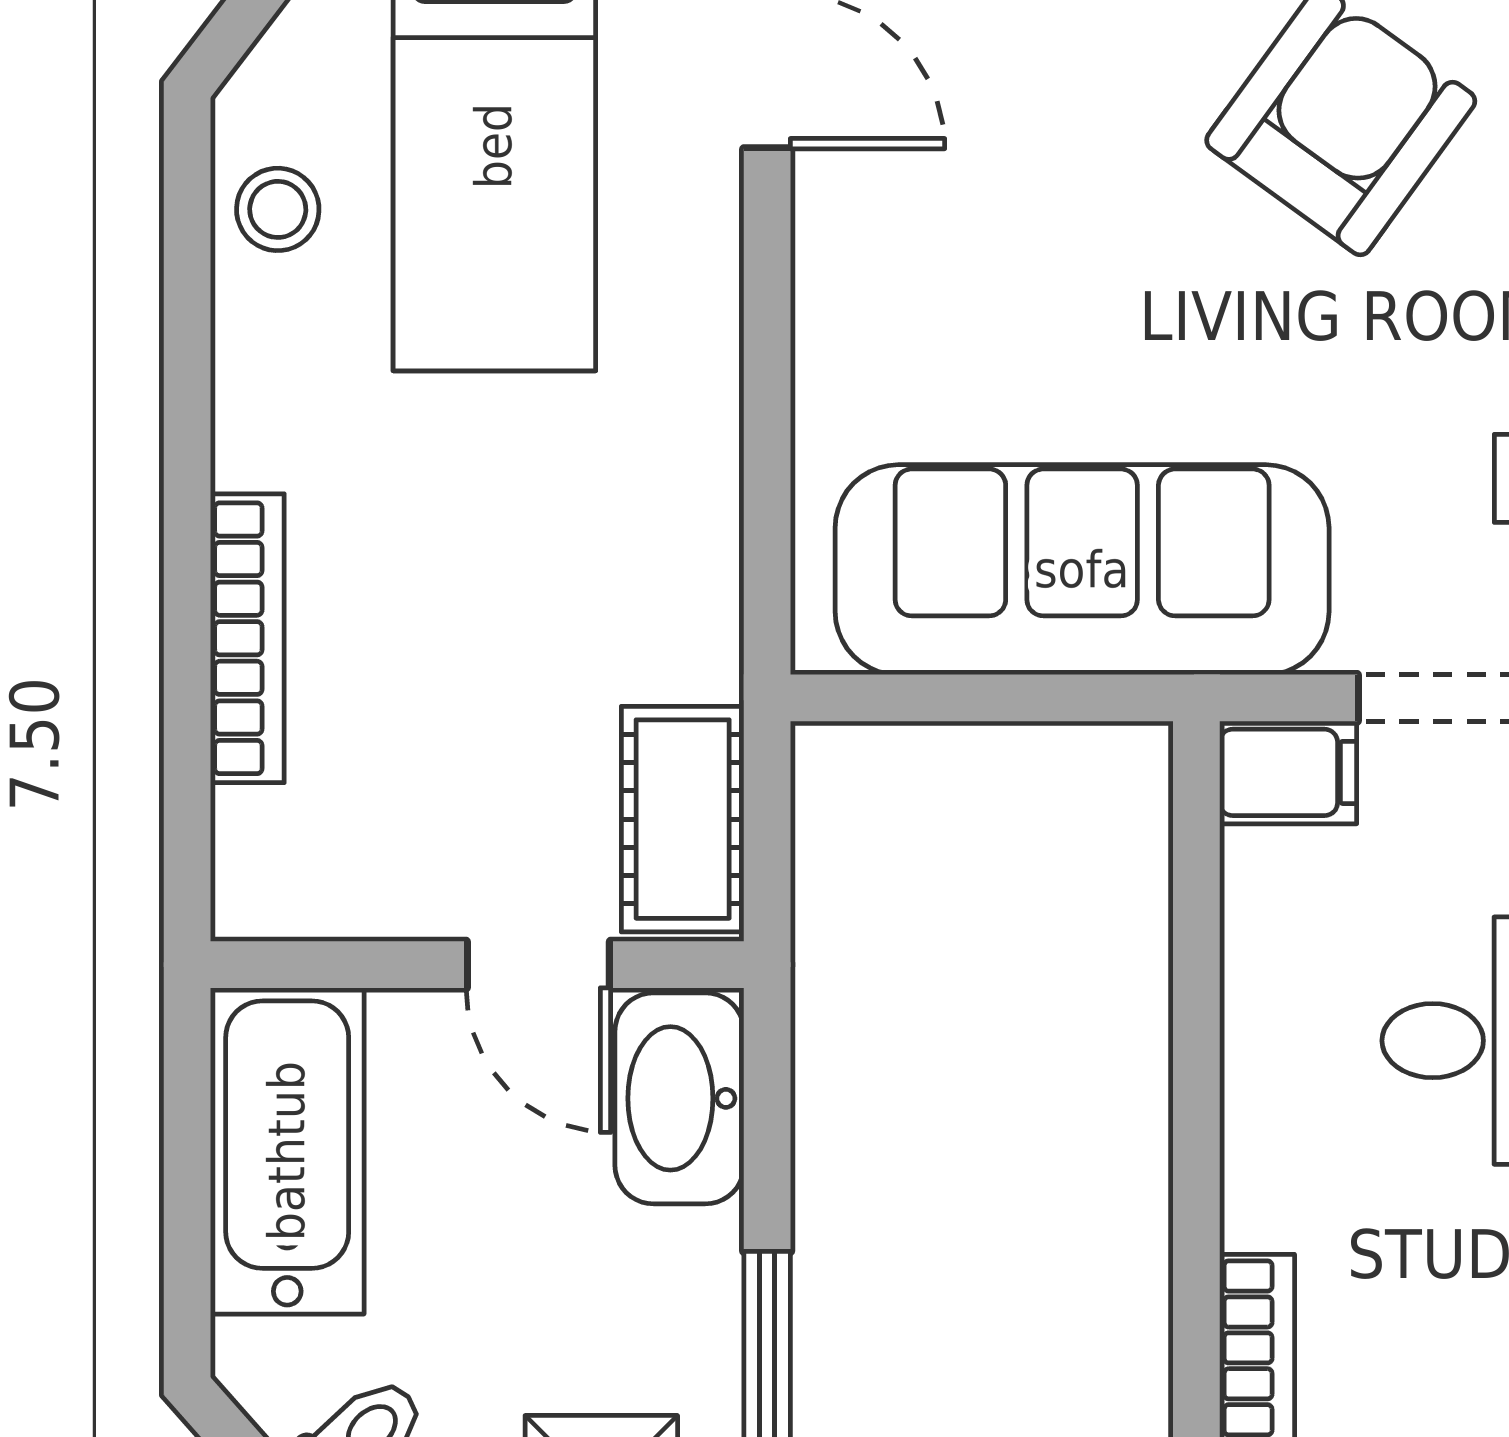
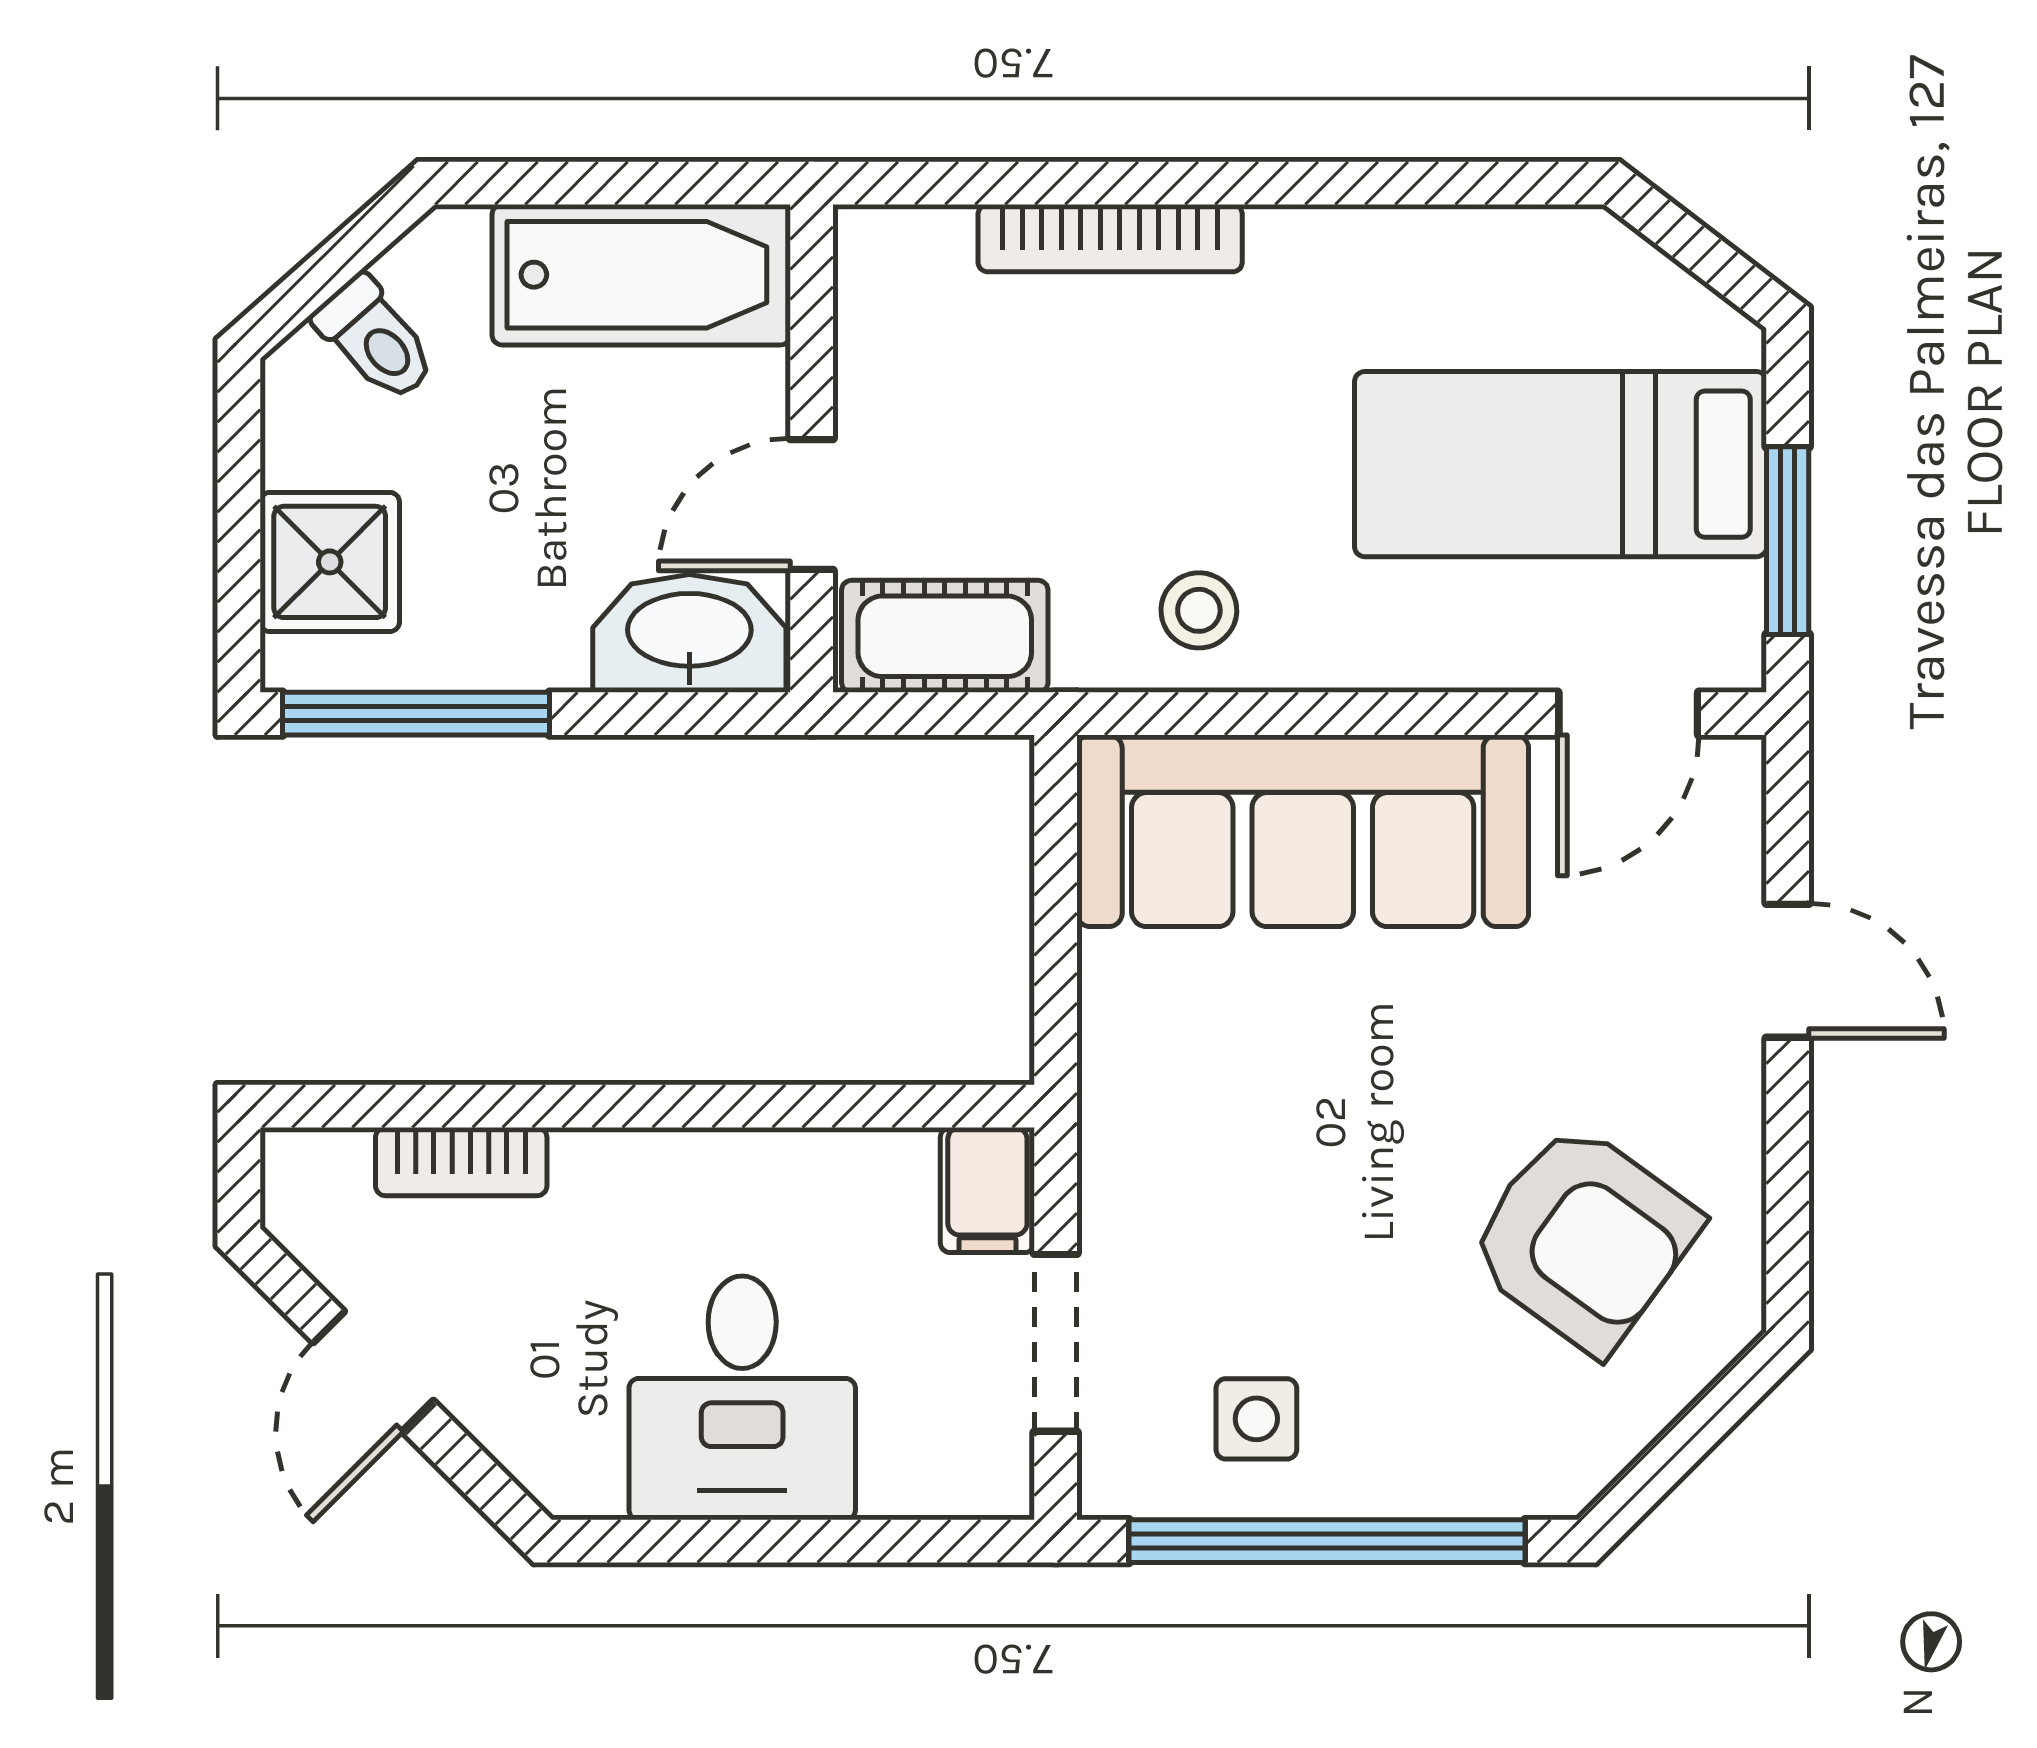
stool: (278, 209) -> (1199, 610), moved
sofa: (1082, 570) -> (1303, 831), moved, turned 90

